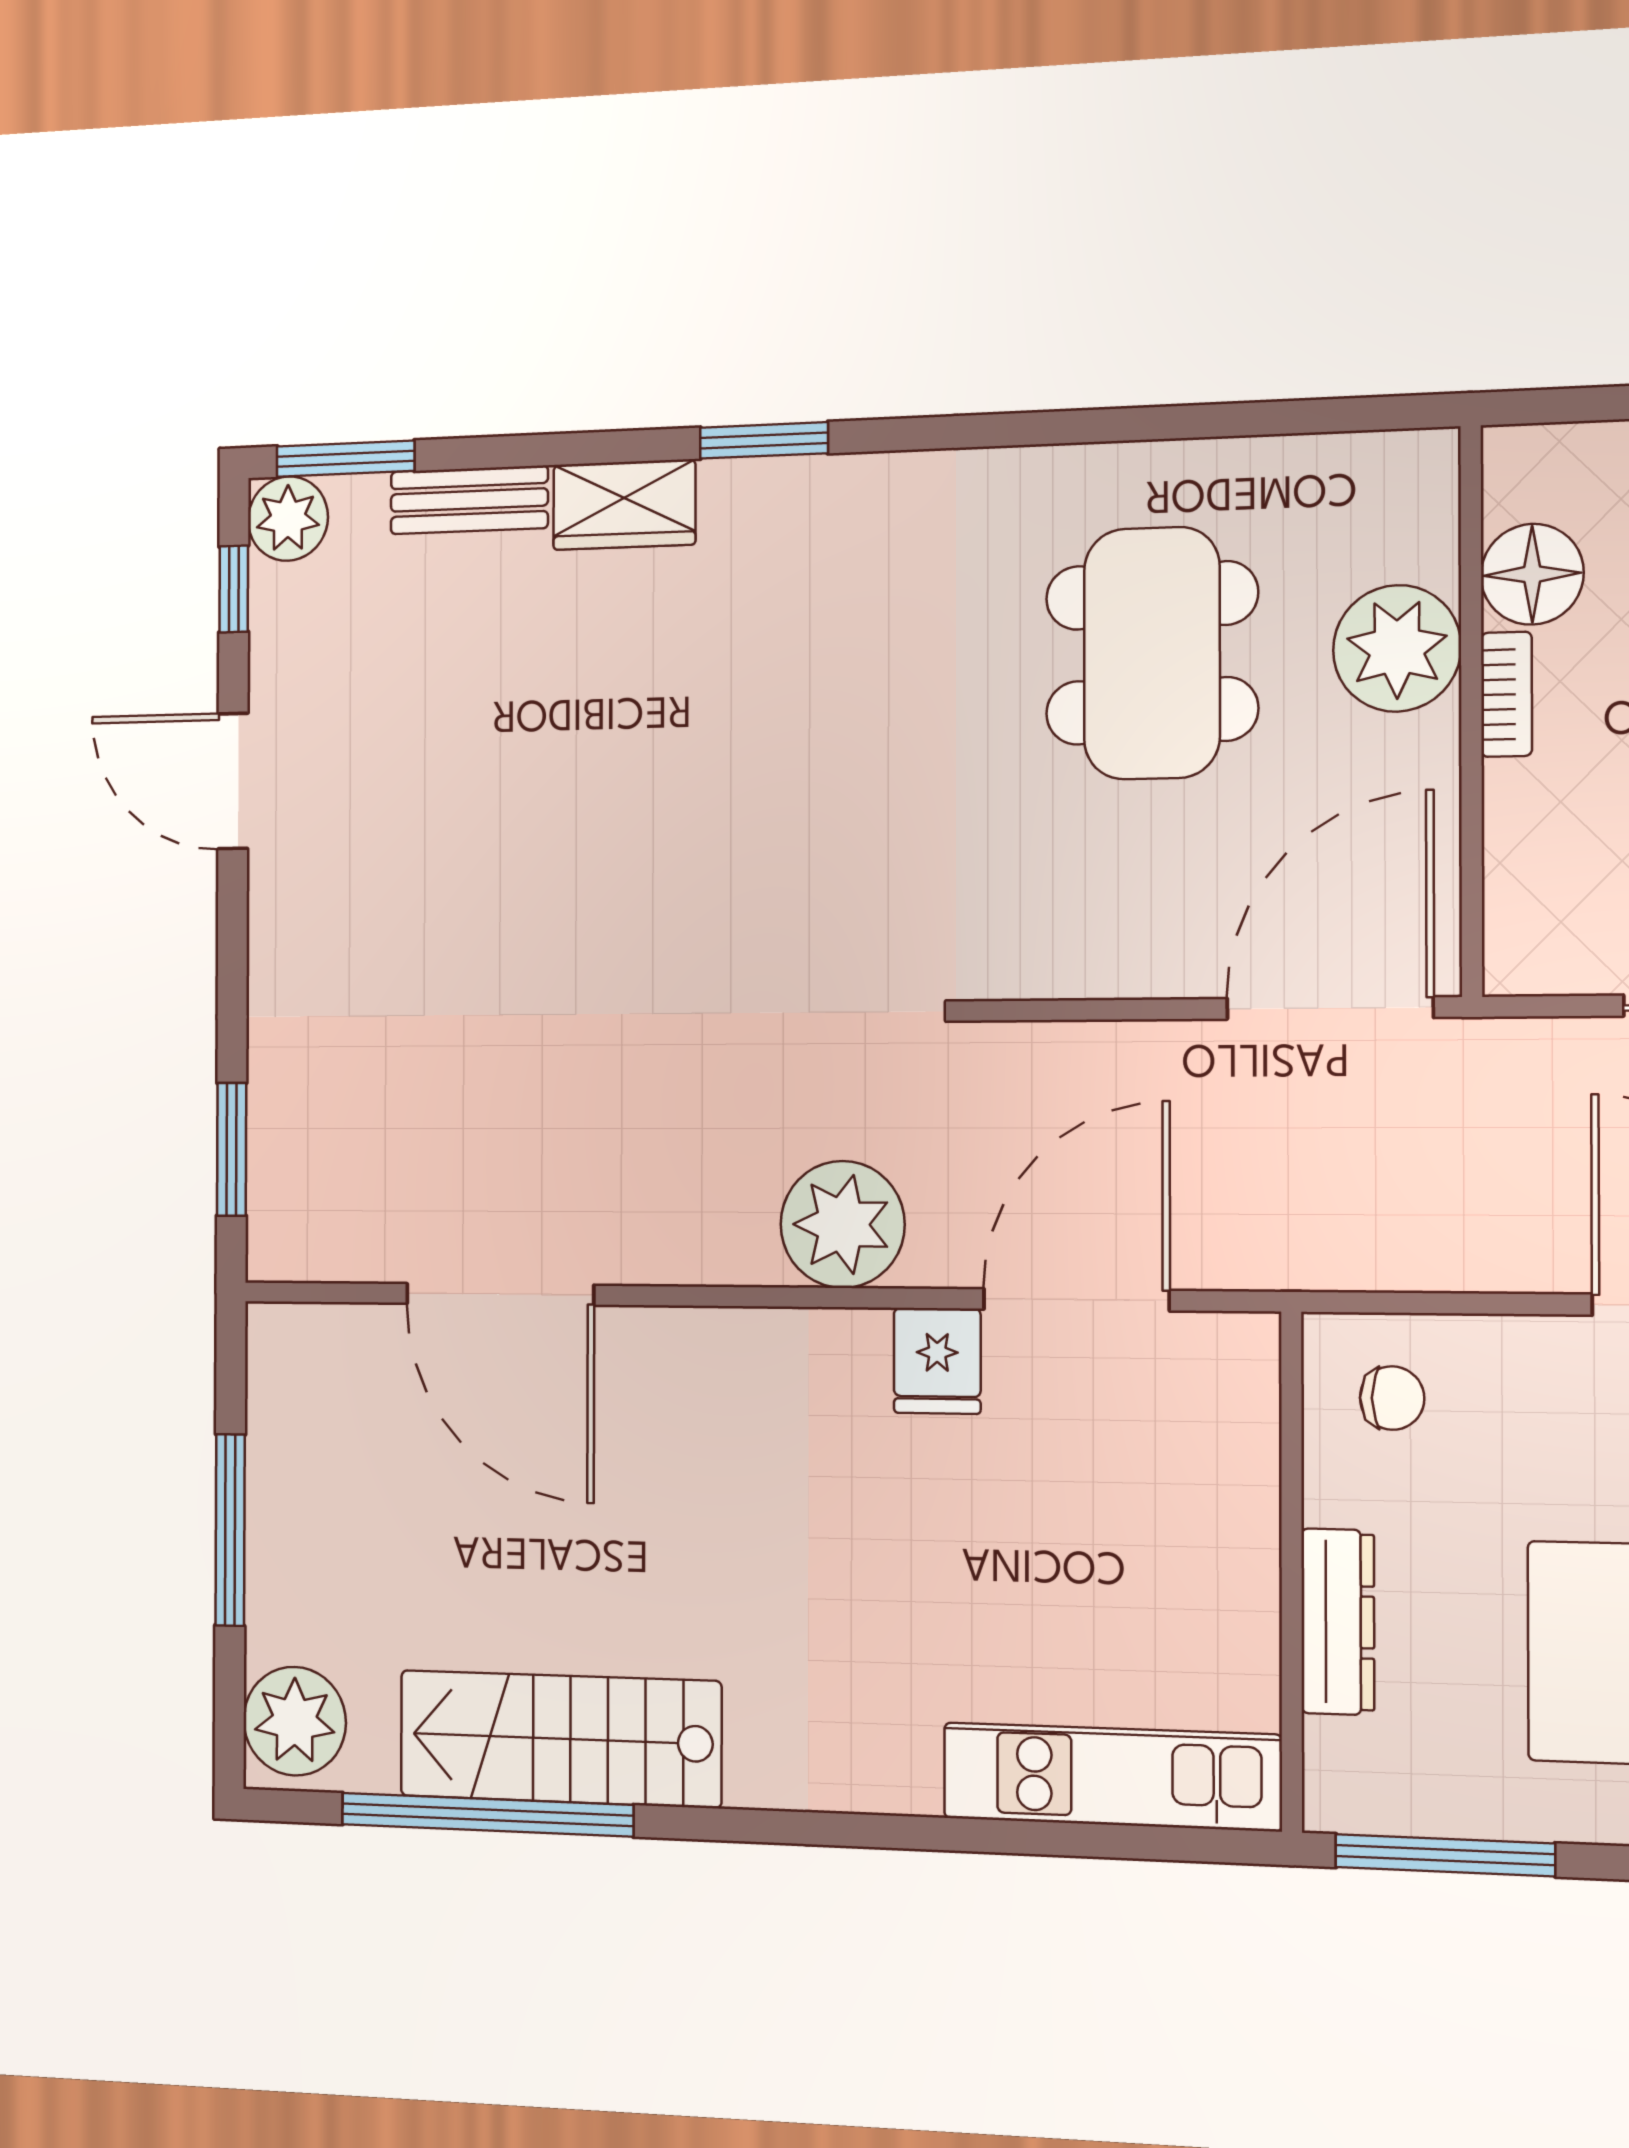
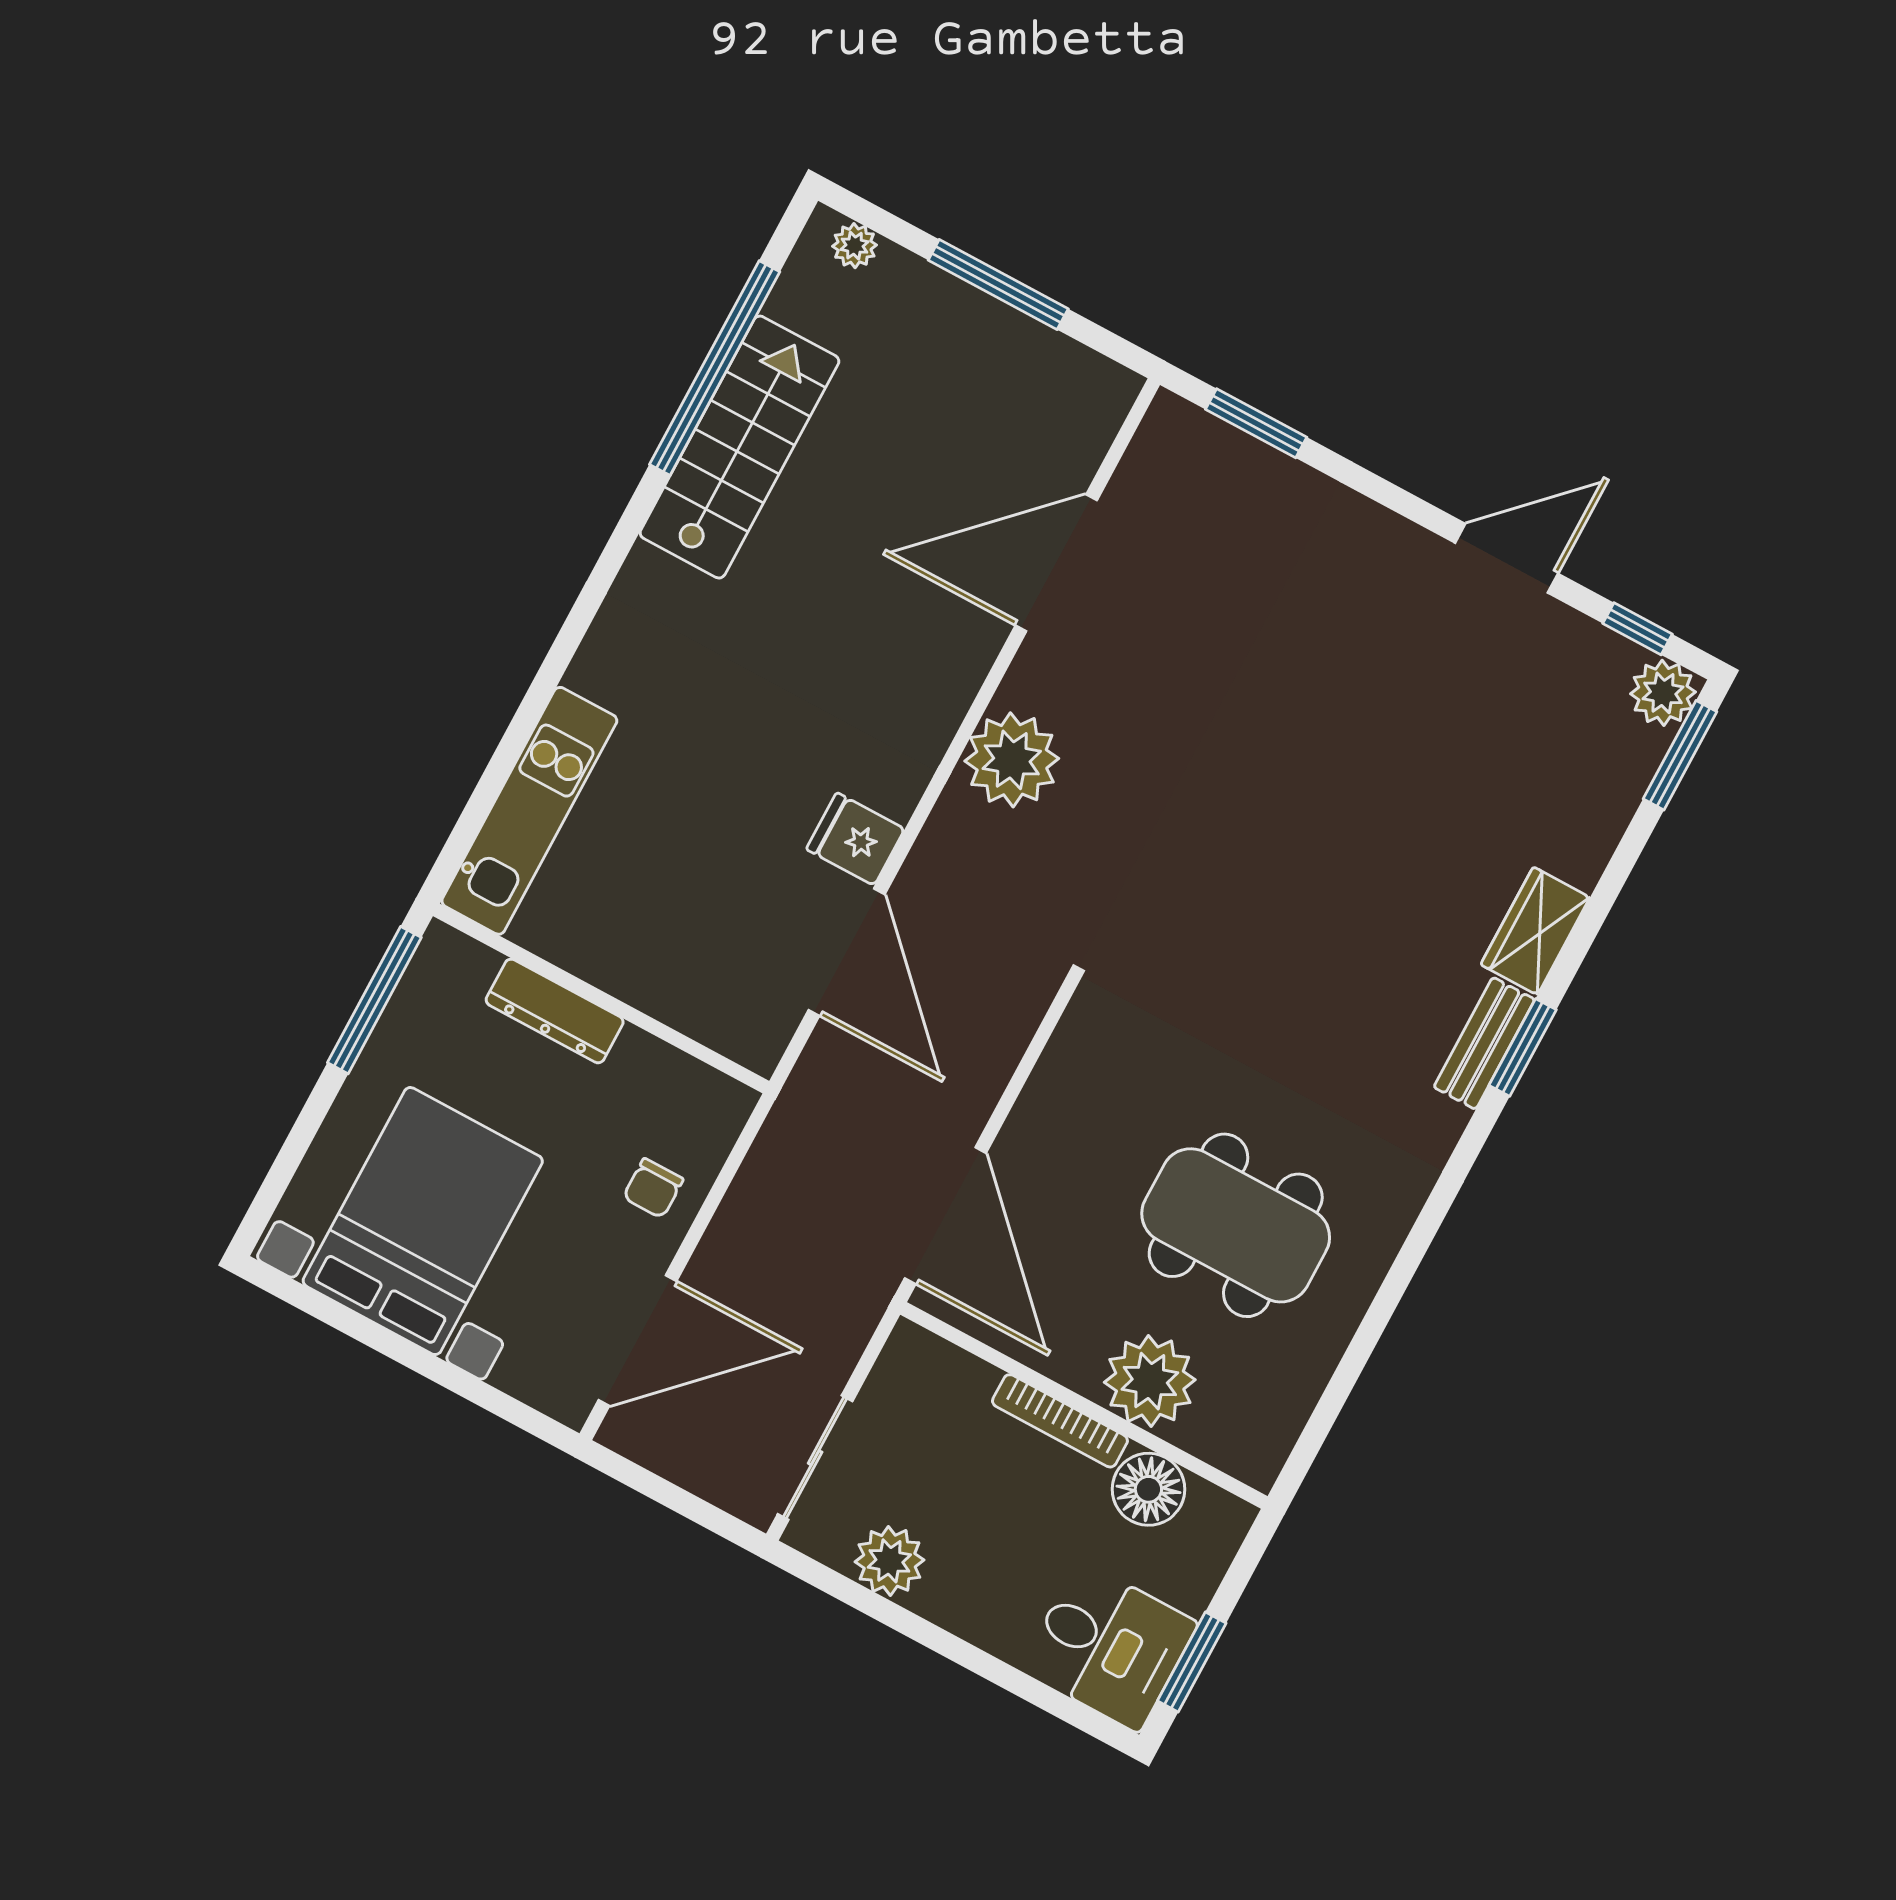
bench: (469, 500) -> (1484, 1043), moved
bookcase: (1506, 694) -> (1060, 1421), width x1.56
plant: (842, 1224) -> (1012, 760), moved
chair: (1392, 1398) -> (653, 1188), moved
plant: (295, 1721) -> (855, 246), width x0.53, depth x0.53

